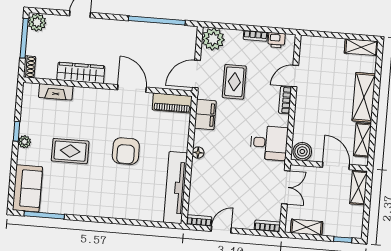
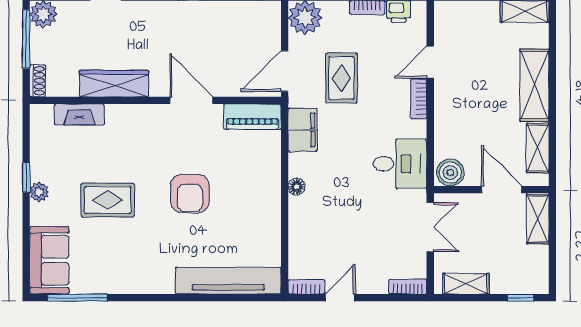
tv unit: (175, 188) -> (228, 281), moved, turned 90

